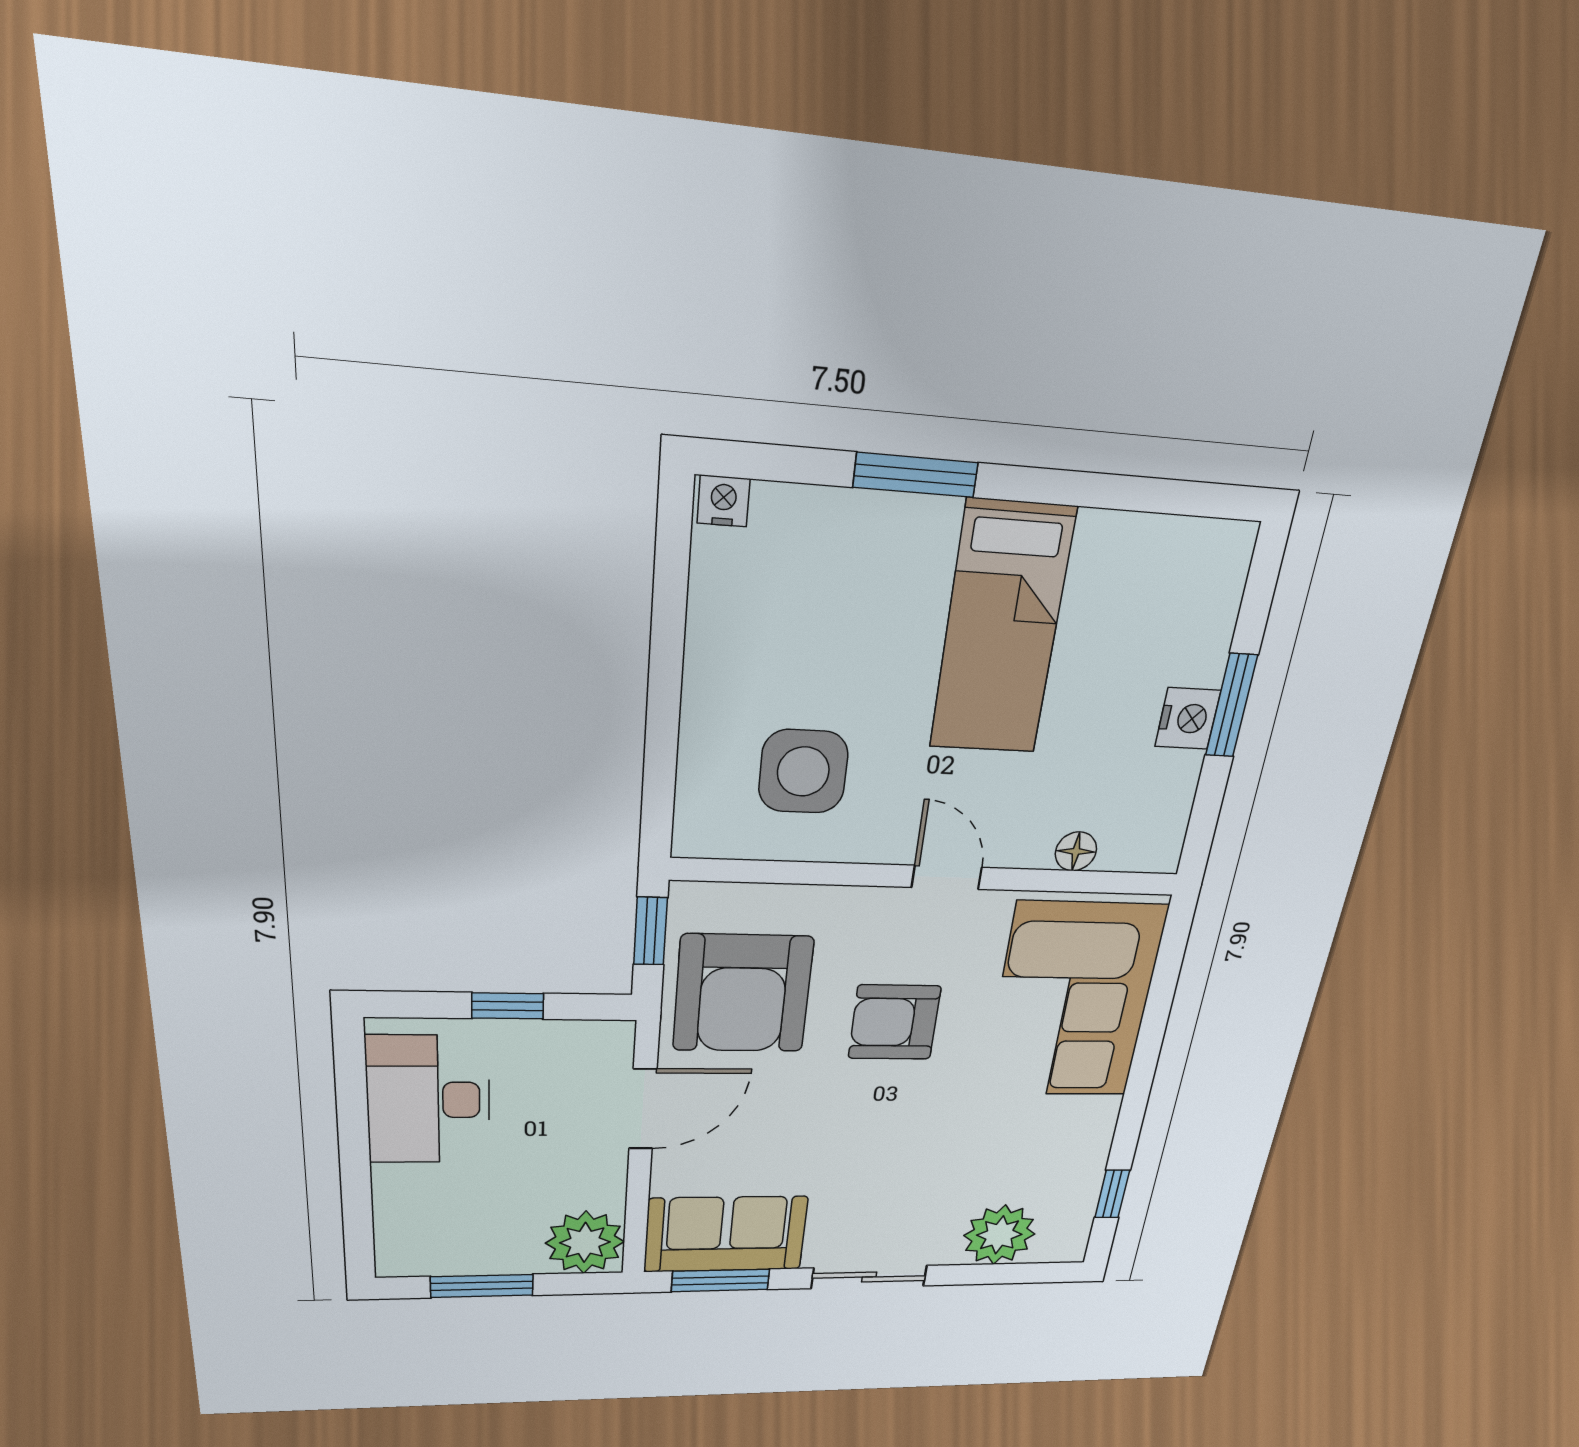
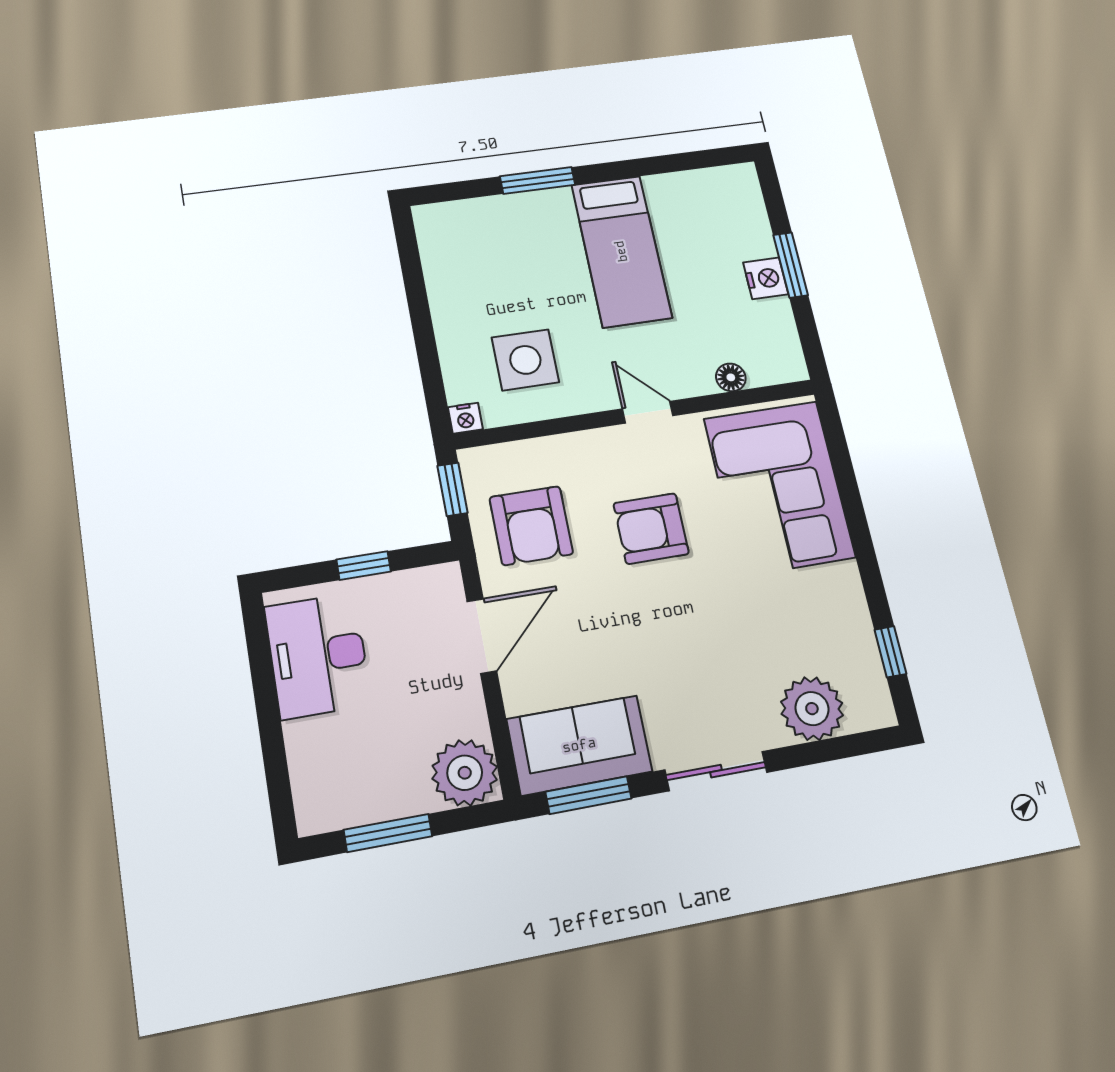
nightstand: (723, 501) -> (465, 418), moved, turned 180
armchair: (743, 994) -> (531, 526), width x0.73, depth x0.73

